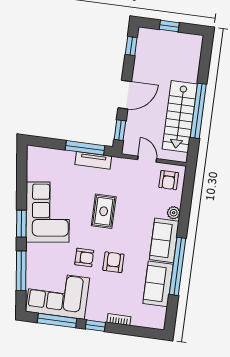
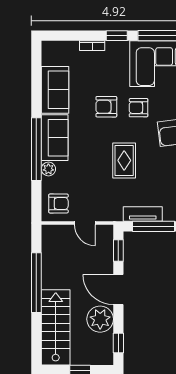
plant: (145, 70) -> (100, 319), added
door: (125, 95) -> (118, 290), hinge flipped
stairs: (180, 117) -> (56, 327), moved
armchair: (169, 180) -> (58, 203), turned 90
armchair: (113, 262) -> (106, 107), turned 90
window: (178, 266) -> (36, 149), moved

